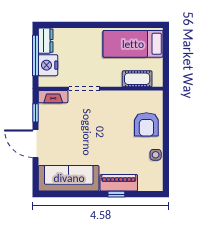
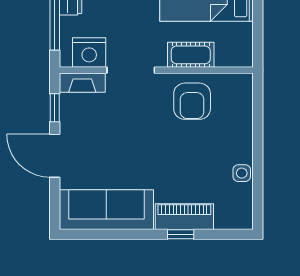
nightstand: (48, 65) -> (89, 53), moved, turned -90
cot: (137, 79) -> (191, 55), moved
armchair: (146, 124) -> (192, 101), moved

